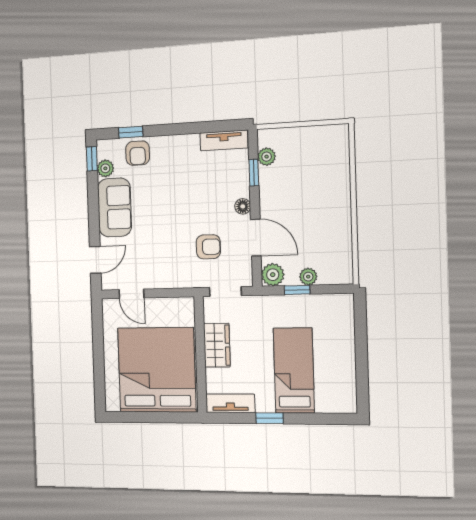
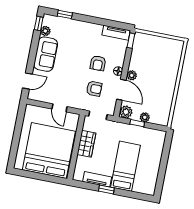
armchair: (138, 153) -> (98, 63), moved
plant: (267, 157) -> (132, 75), moved
window: (254, 173) -> (131, 41), moved
door: (132, 294) -> (59, 108), moved
tv unit: (230, 403) -> (97, 179), moved

